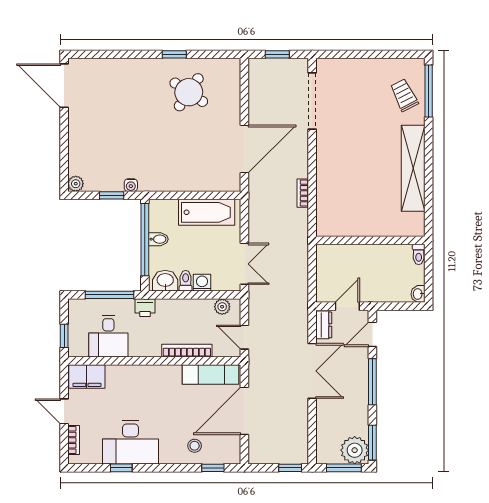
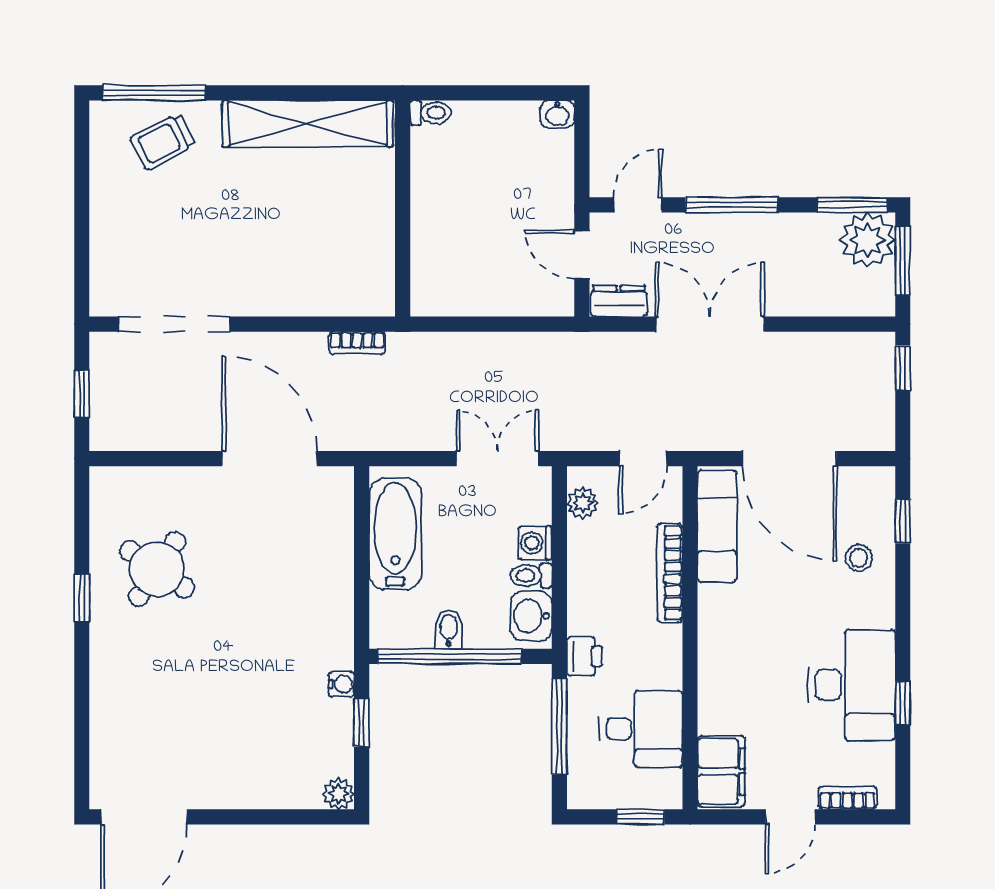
wall: (370, 240) -> (403, 209), moved
toilet: (419, 254) -> (430, 113), moved
door: (372, 334) -> (638, 205), swing flipped

